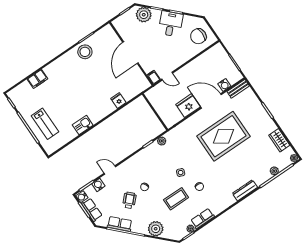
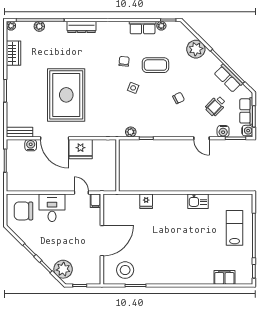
desk: (171, 24) -> (52, 208), moved, turned 135
chair: (198, 36) -> (23, 211), turned 180
stool: (85, 52) -> (125, 270), moved
filing cabinet: (37, 79) -> (224, 277), moved
rug: (223, 136) -> (66, 95), turned 90
wheelchair: (129, 200) -> (216, 106), moved

